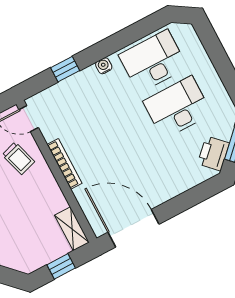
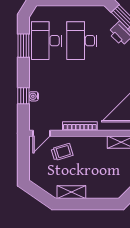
window: (131, 34) -> (23, 46), added
water cooler: (104, 66) -> (34, 96), moved

